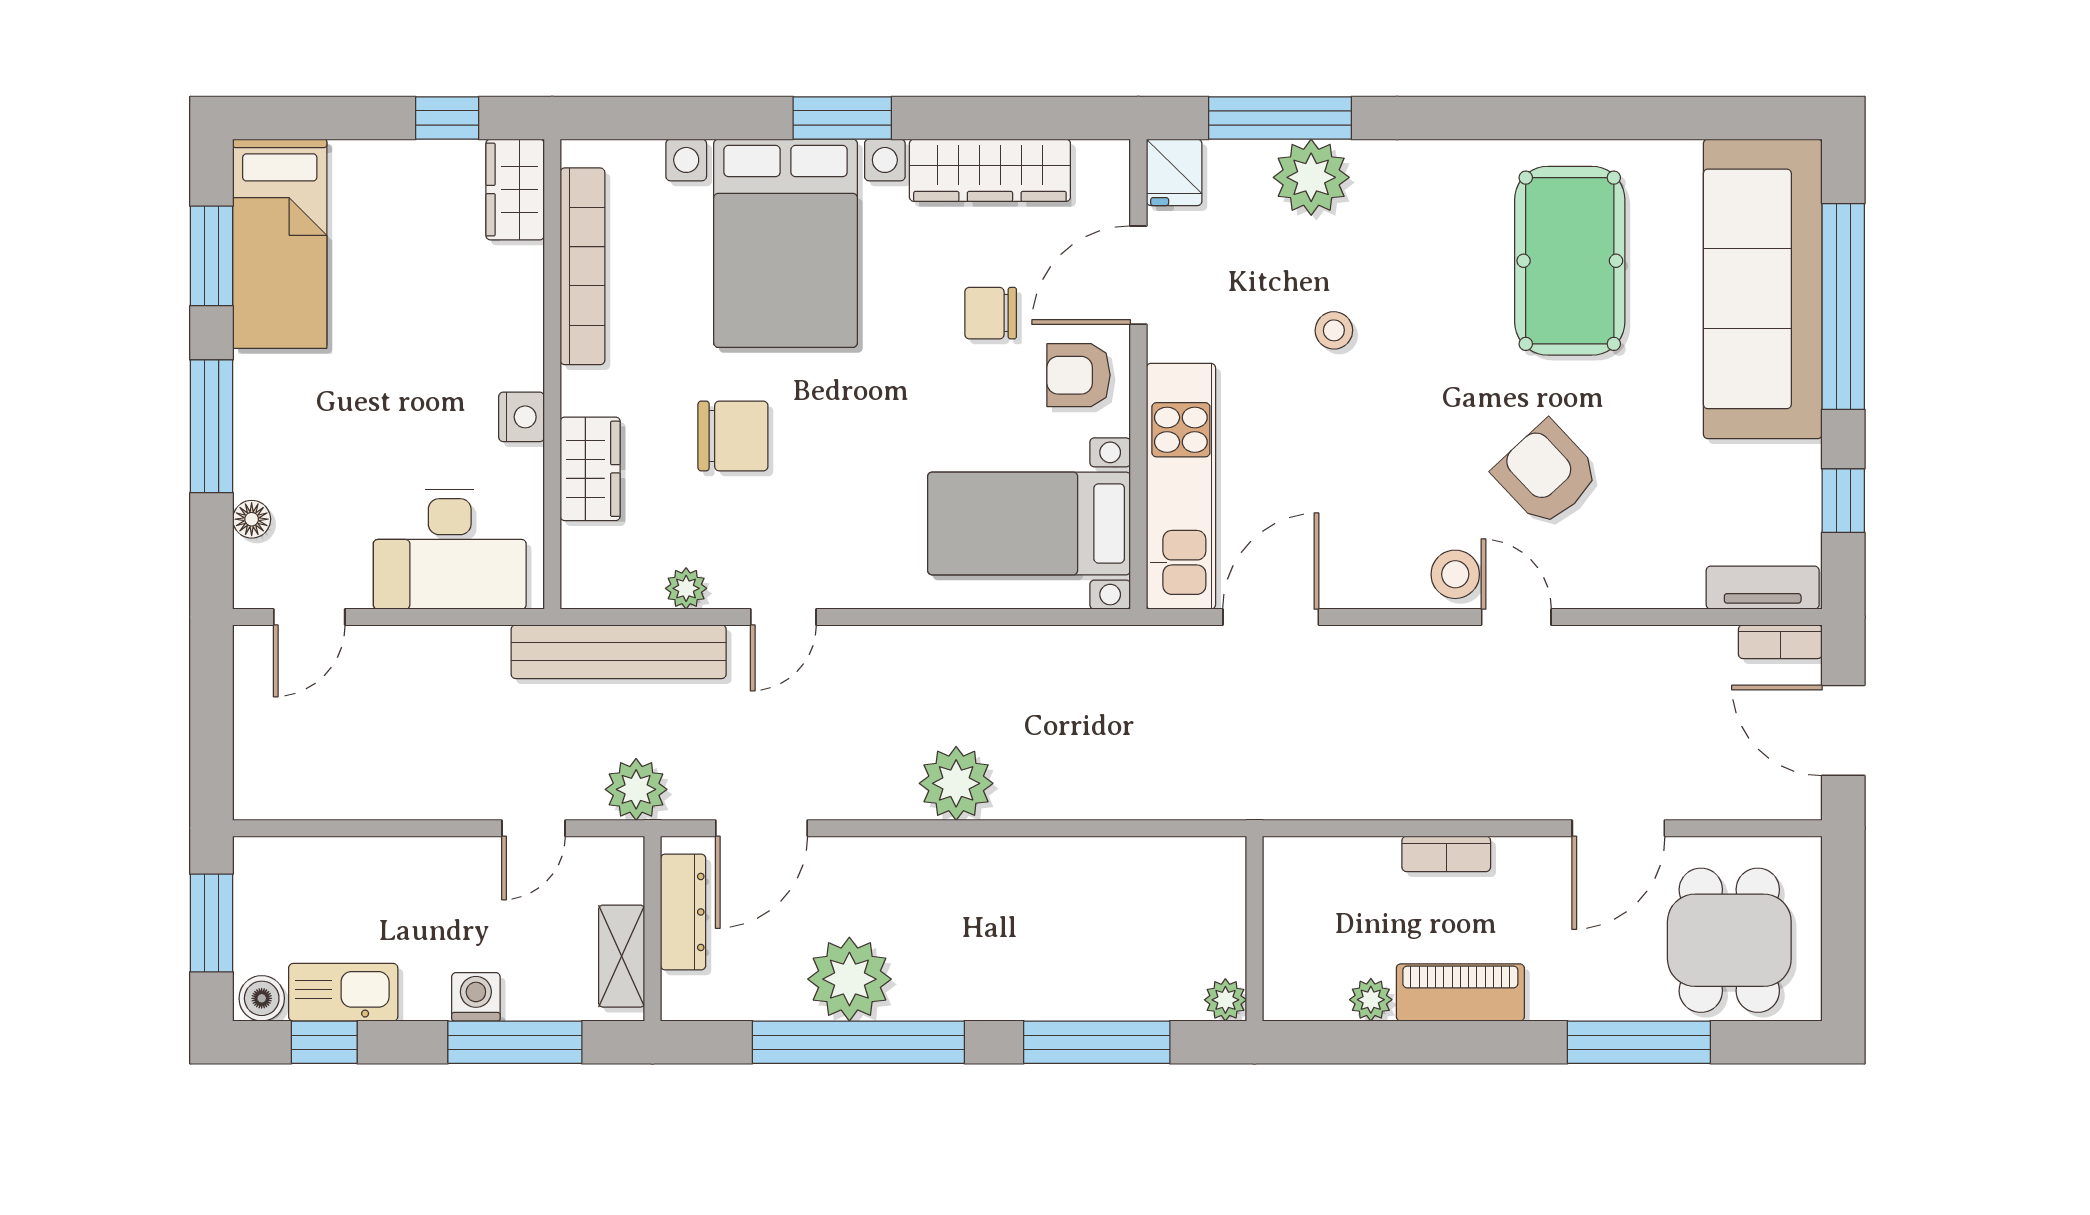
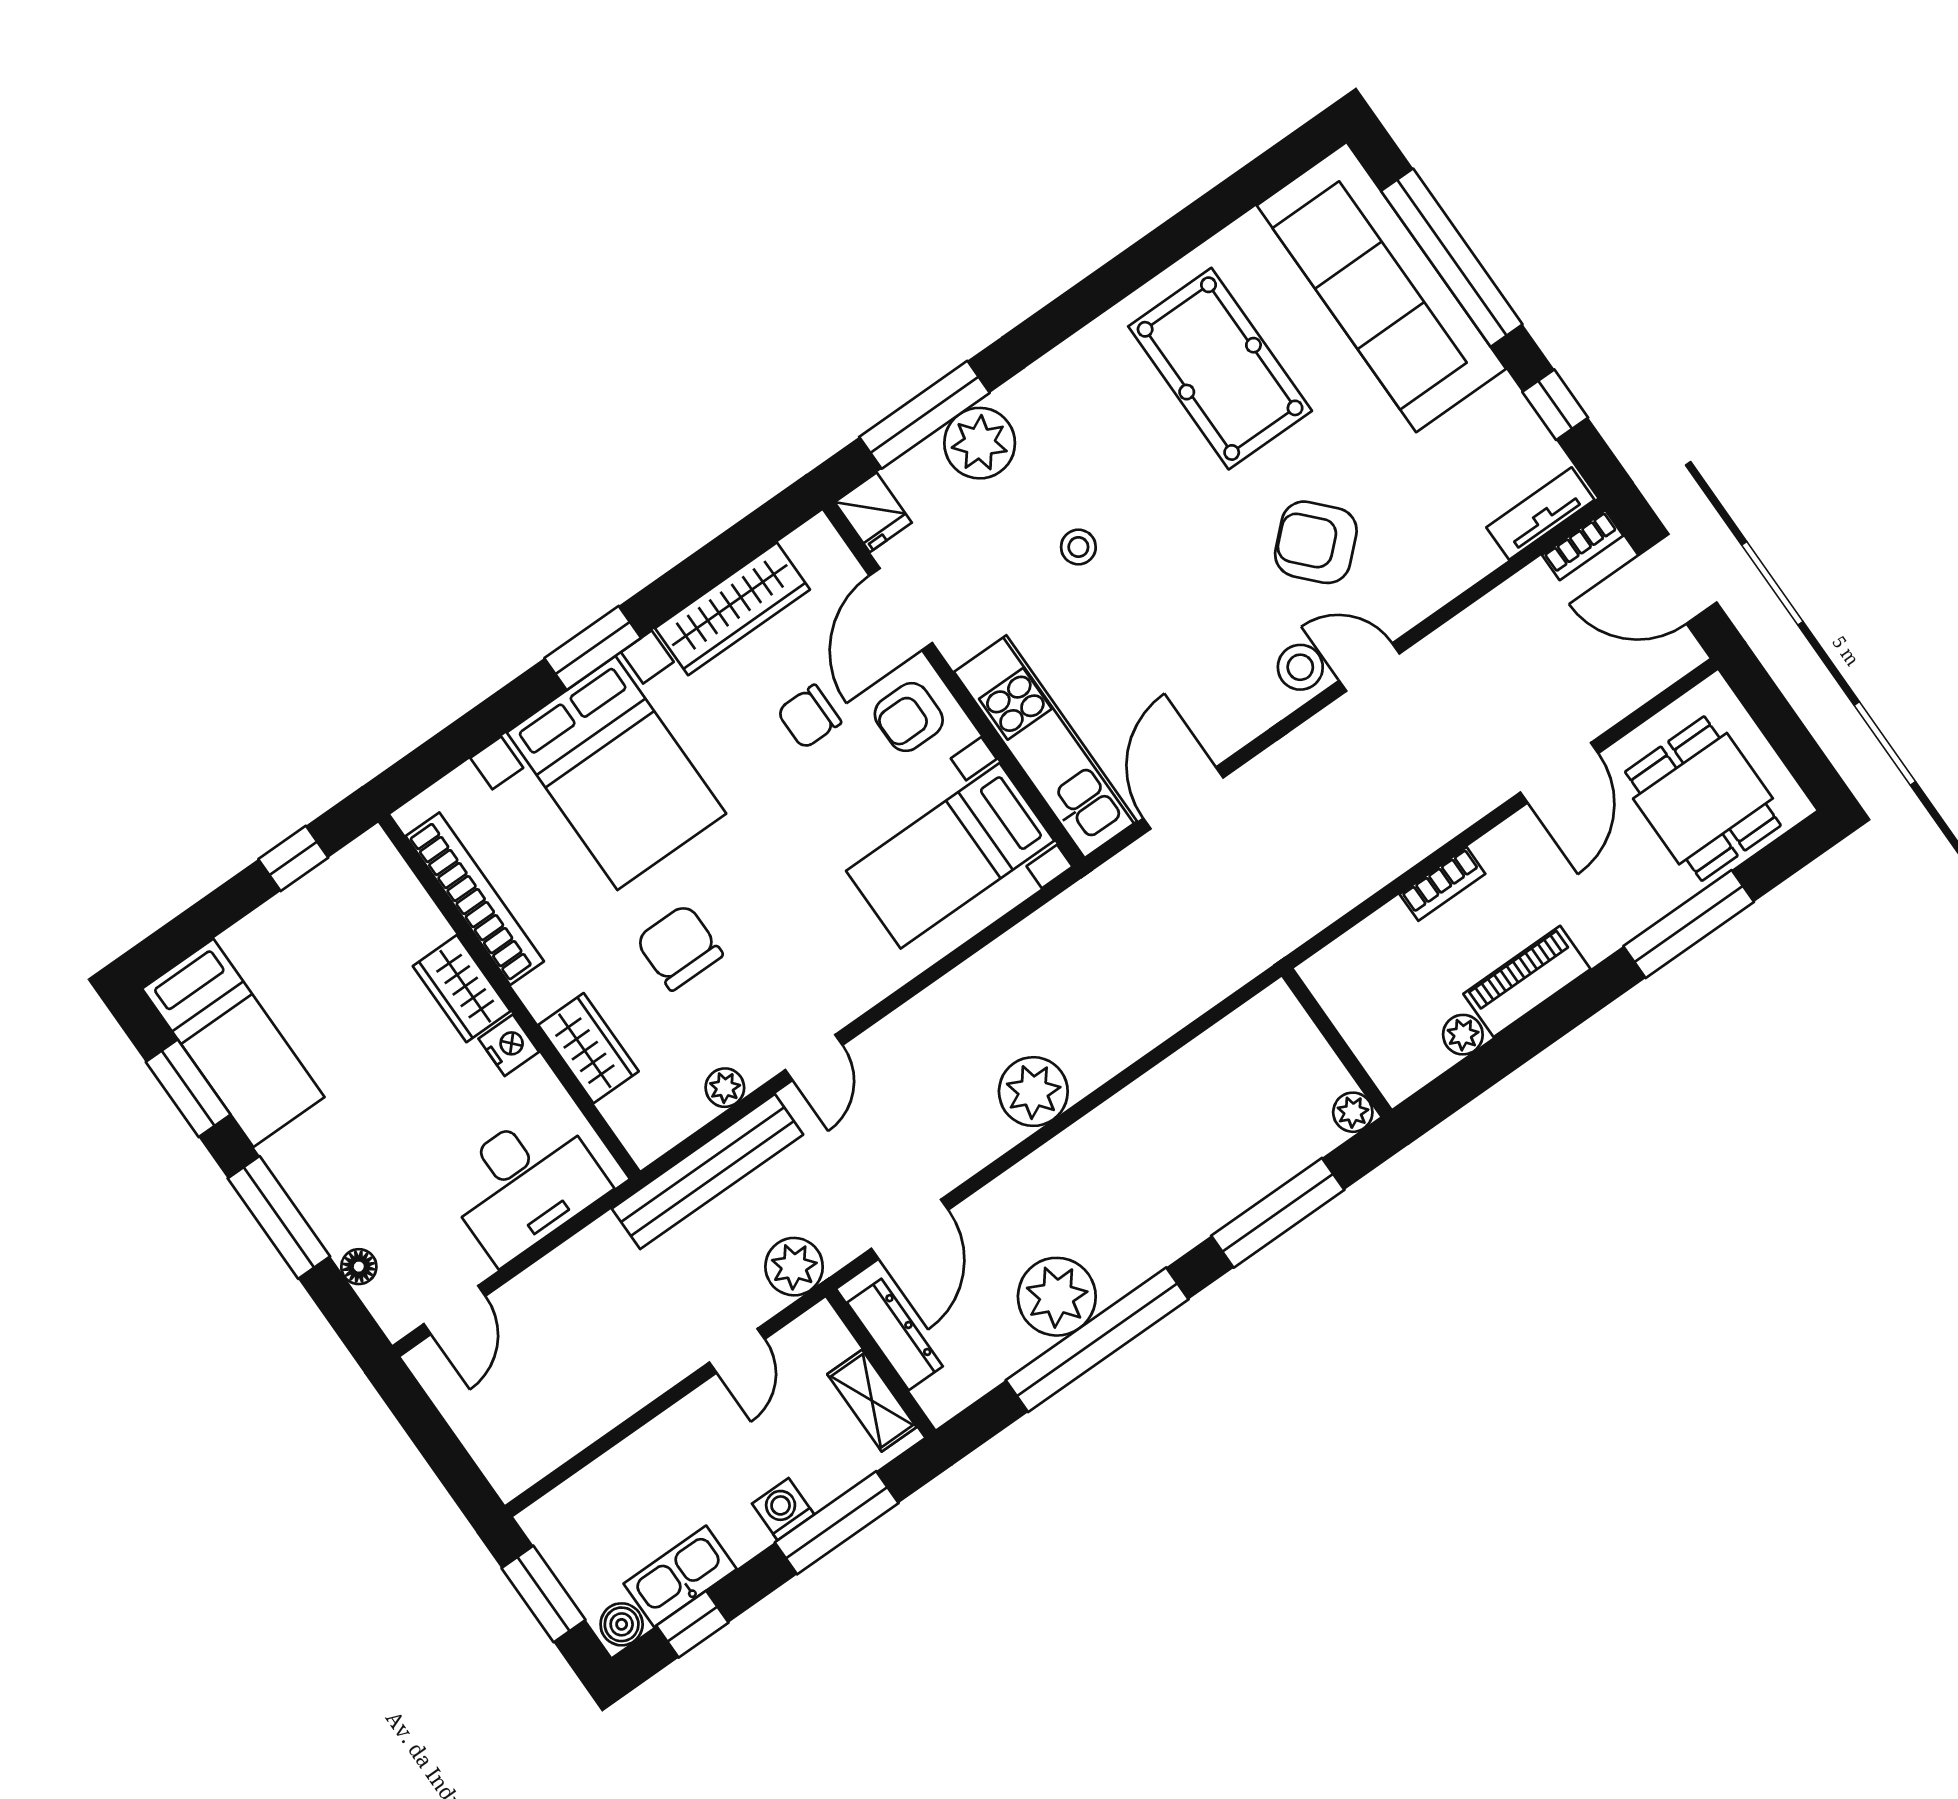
wardrobe: (515, 190) -> (462, 989), moved
chair: (733, 436) -> (679, 947), turned -90

